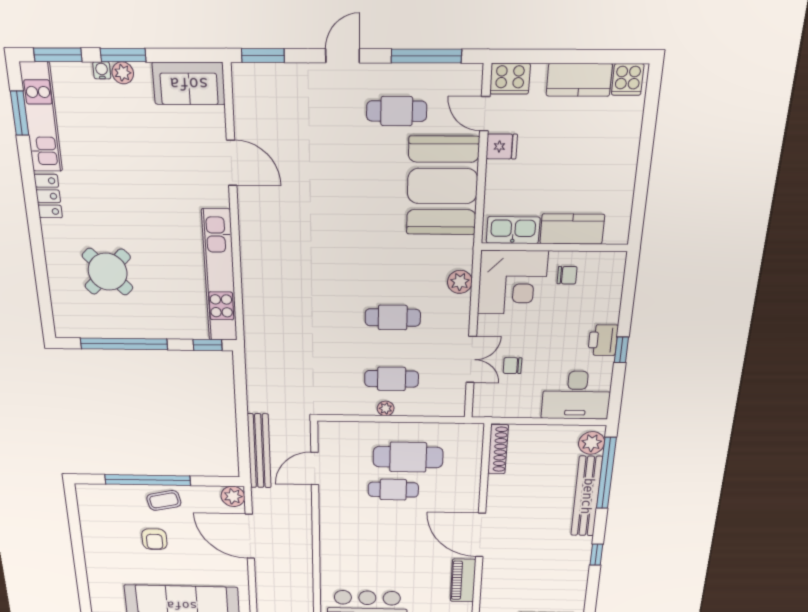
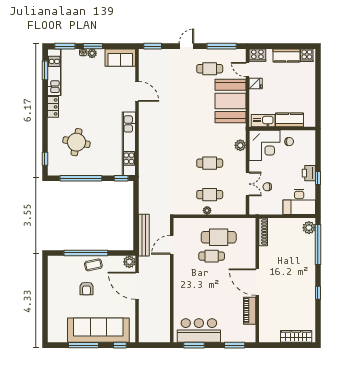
round table: (108, 272) -> (77, 142), turned -35
window: (45, 305) -> (45, 159), added
bench: (587, 496) -> (310, 258), removed

